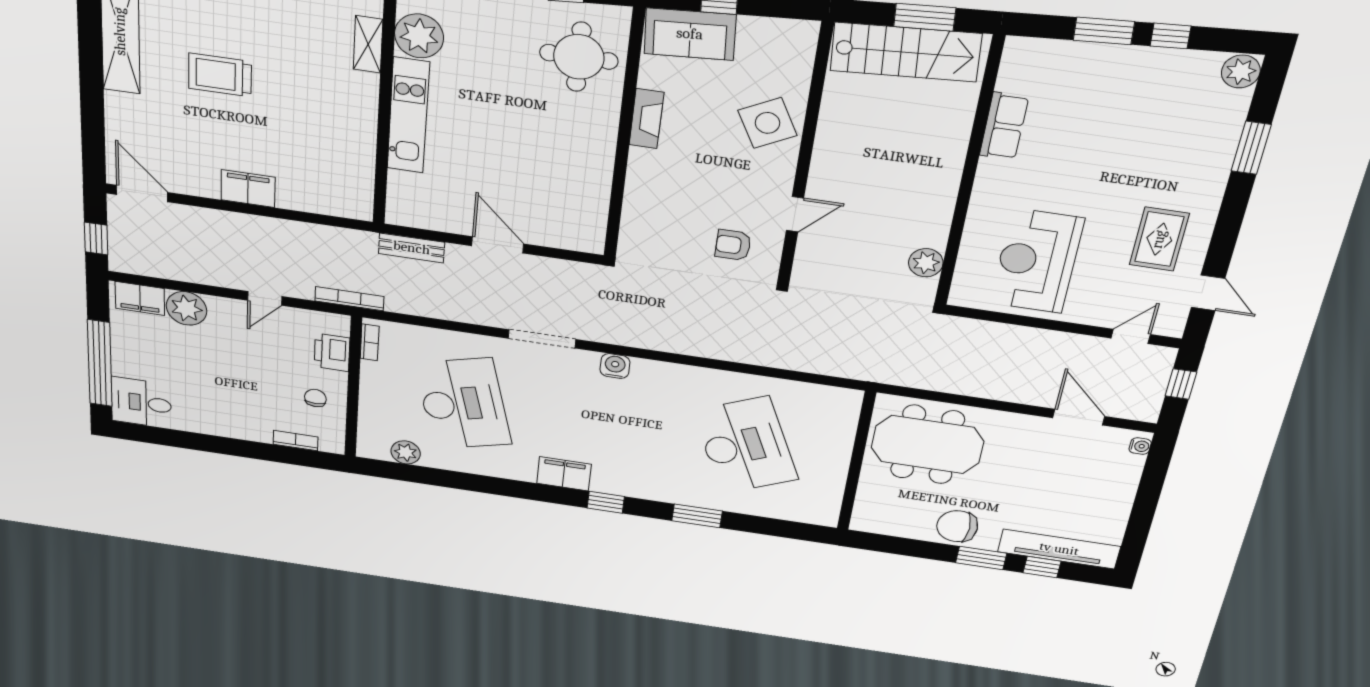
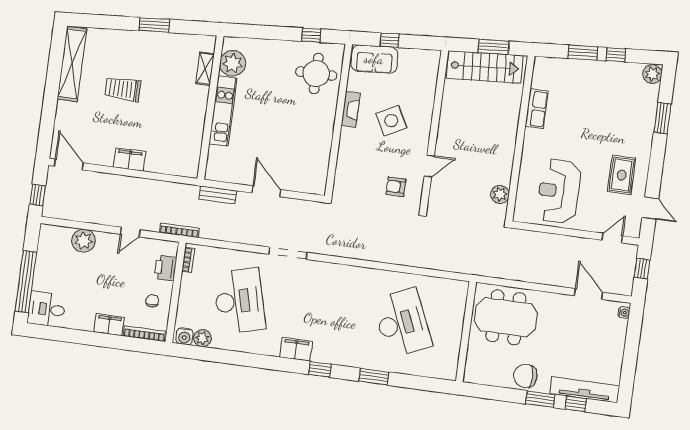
side table: (767, 123) -> (391, 121), moved
filing cabinet: (140, 298) -> (109, 325), moved, turned 180
water cooler: (615, 366) -> (184, 336), moved, turned 180
bookcase: (296, 441) -> (144, 334), width x1.56

